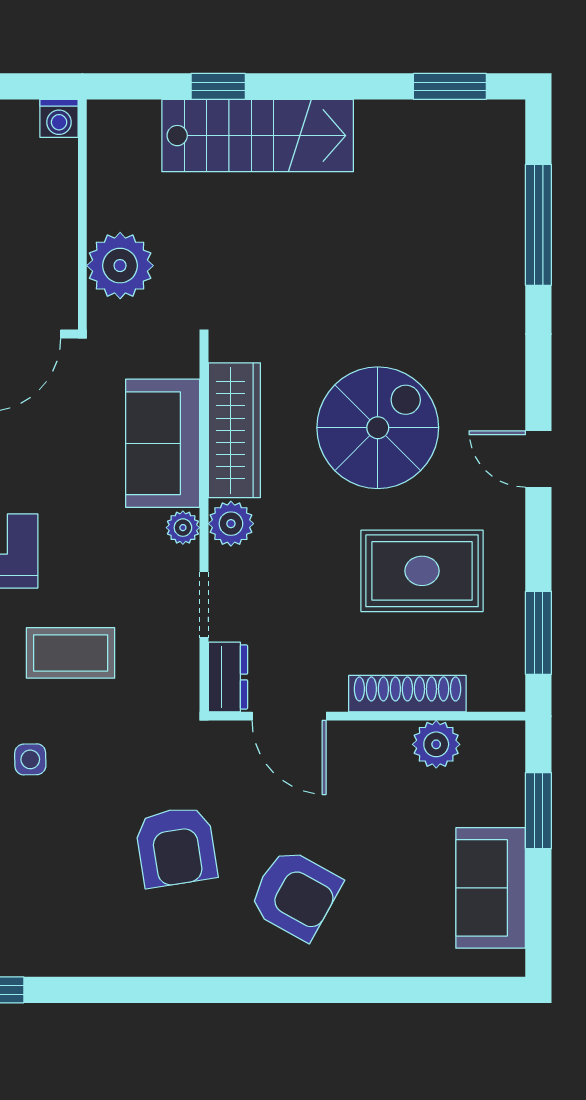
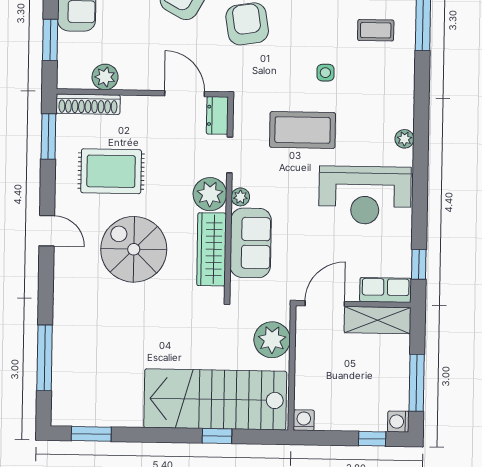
stairs: (258, 136) -> (215, 399), width x1.36, depth x1.51
spiral stairs: (378, 428) -> (134, 249), turned 90
plant: (231, 524) -> (210, 194), width x1.36, depth x1.36
coffee table: (71, 653) -> (303, 130), width x1.36, depth x1.32
shoe rack: (407, 694) -> (88, 104), moved

